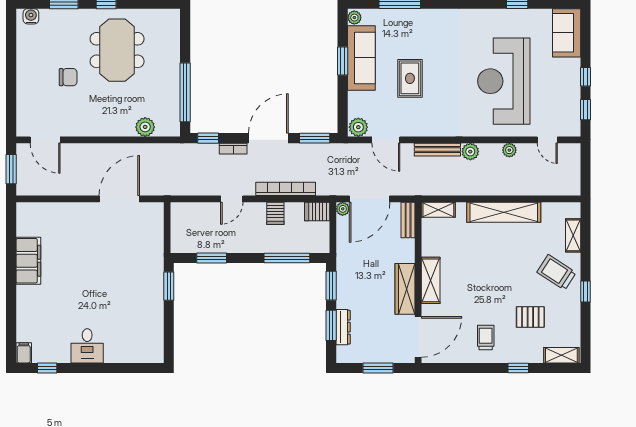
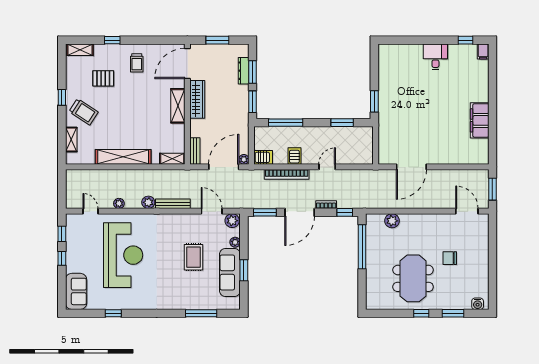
plant: (354, 18) -> (235, 242), moved

